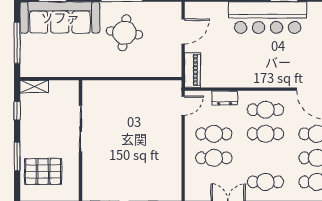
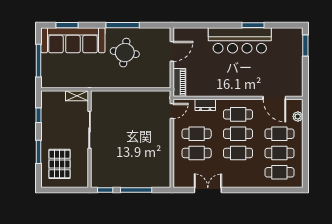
shelving: (34, 86) -> (77, 96), moved
pallet: (43, 171) -> (59, 164), turned 90
cafe table: (265, 182) -> (238, 153), moved

